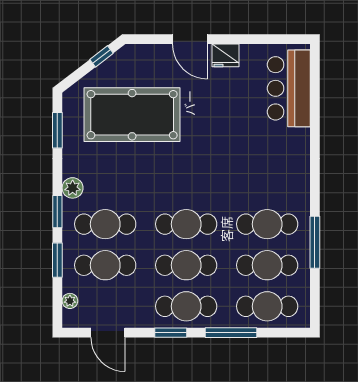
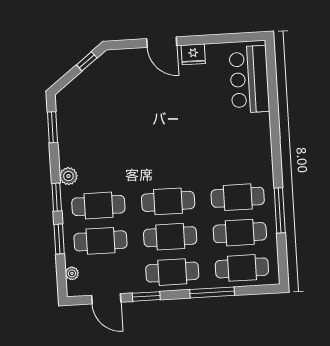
pool table: (132, 115) -> (116, 110), removed
window: (171, 333) -> (146, 296), moved

